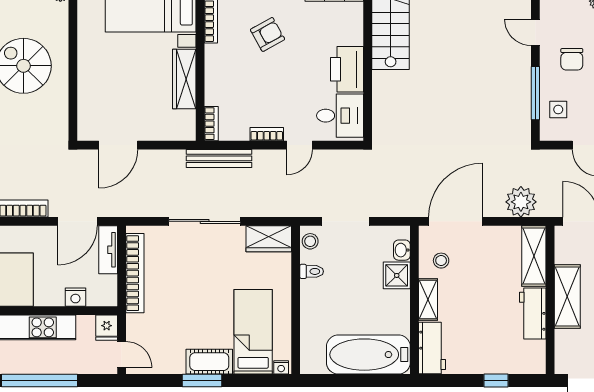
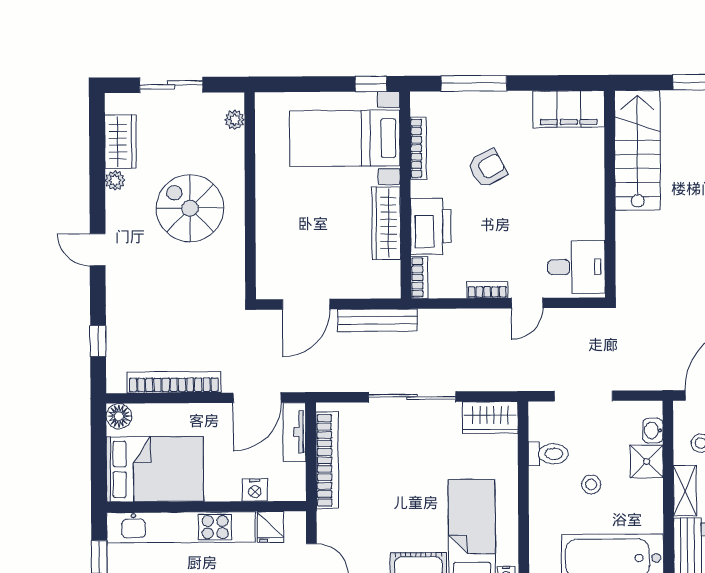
printer: (347, 69) -> (431, 226), moved, turned 180
bench: (219, 158) -> (377, 320), moved
stool: (310, 241) -> (591, 484), moved
toilet: (312, 271) -> (548, 454), width x1.37, depth x1.39
fridge: (107, 328) -> (270, 527), moved

